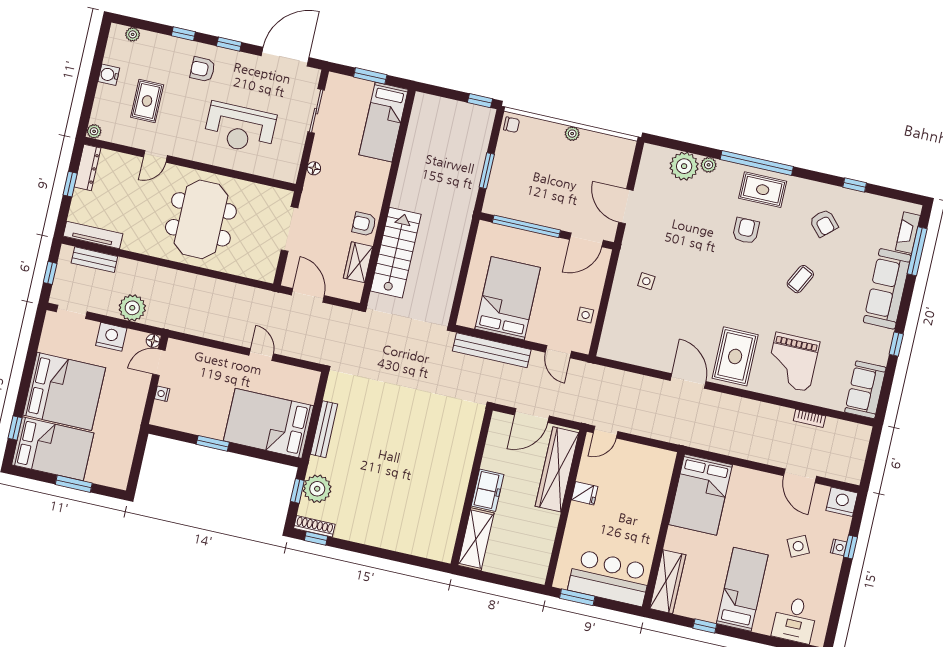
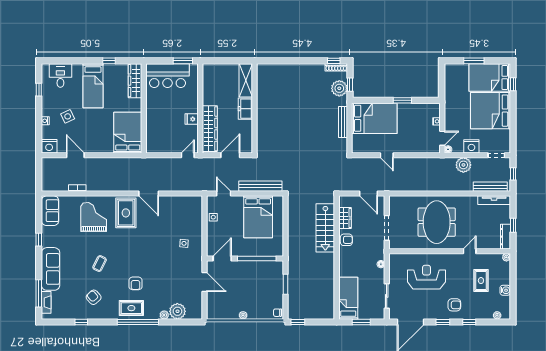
bench: (94, 260) -> (490, 187), width x1.36
window: (850, 547) -> (39, 90), moved

